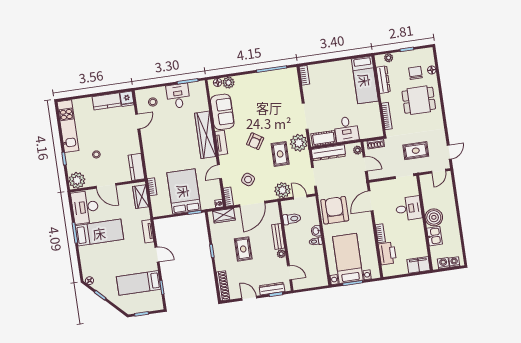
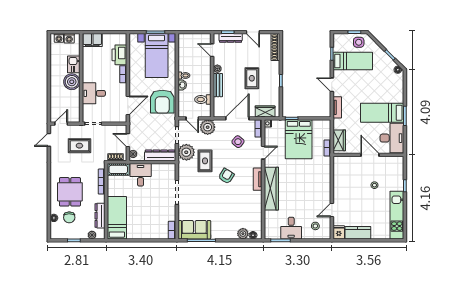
dining table: (419, 100) -> (70, 192), turned 90
sofa: (222, 112) -> (194, 230), moved, turned 90
cot: (324, 138) -> (118, 169), moved
plant: (299, 143) -> (186, 152), moved
kitchen counter: (136, 167) -> (339, 168), removed
plant: (77, 180) -> (396, 164), removed
side table: (135, 304) -> (359, 42), added

